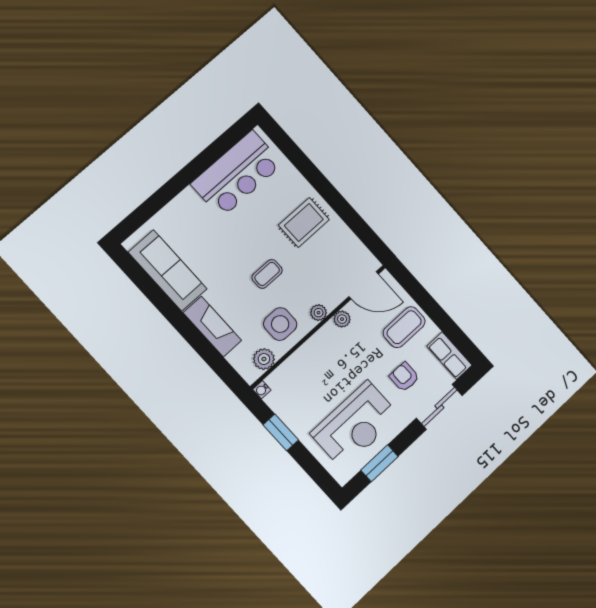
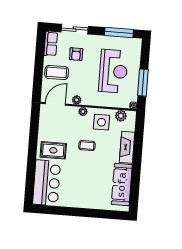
bar counter: (237, 174) -> (47, 183), moved, turned 90
door: (364, 285) -> (55, 104), hinge flipped
reception desk: (355, 425) -> (113, 71), moved, turned 90
window: (281, 432) -> (143, 83), width x1.44
window: (379, 463) -> (119, 32), width x1.44

